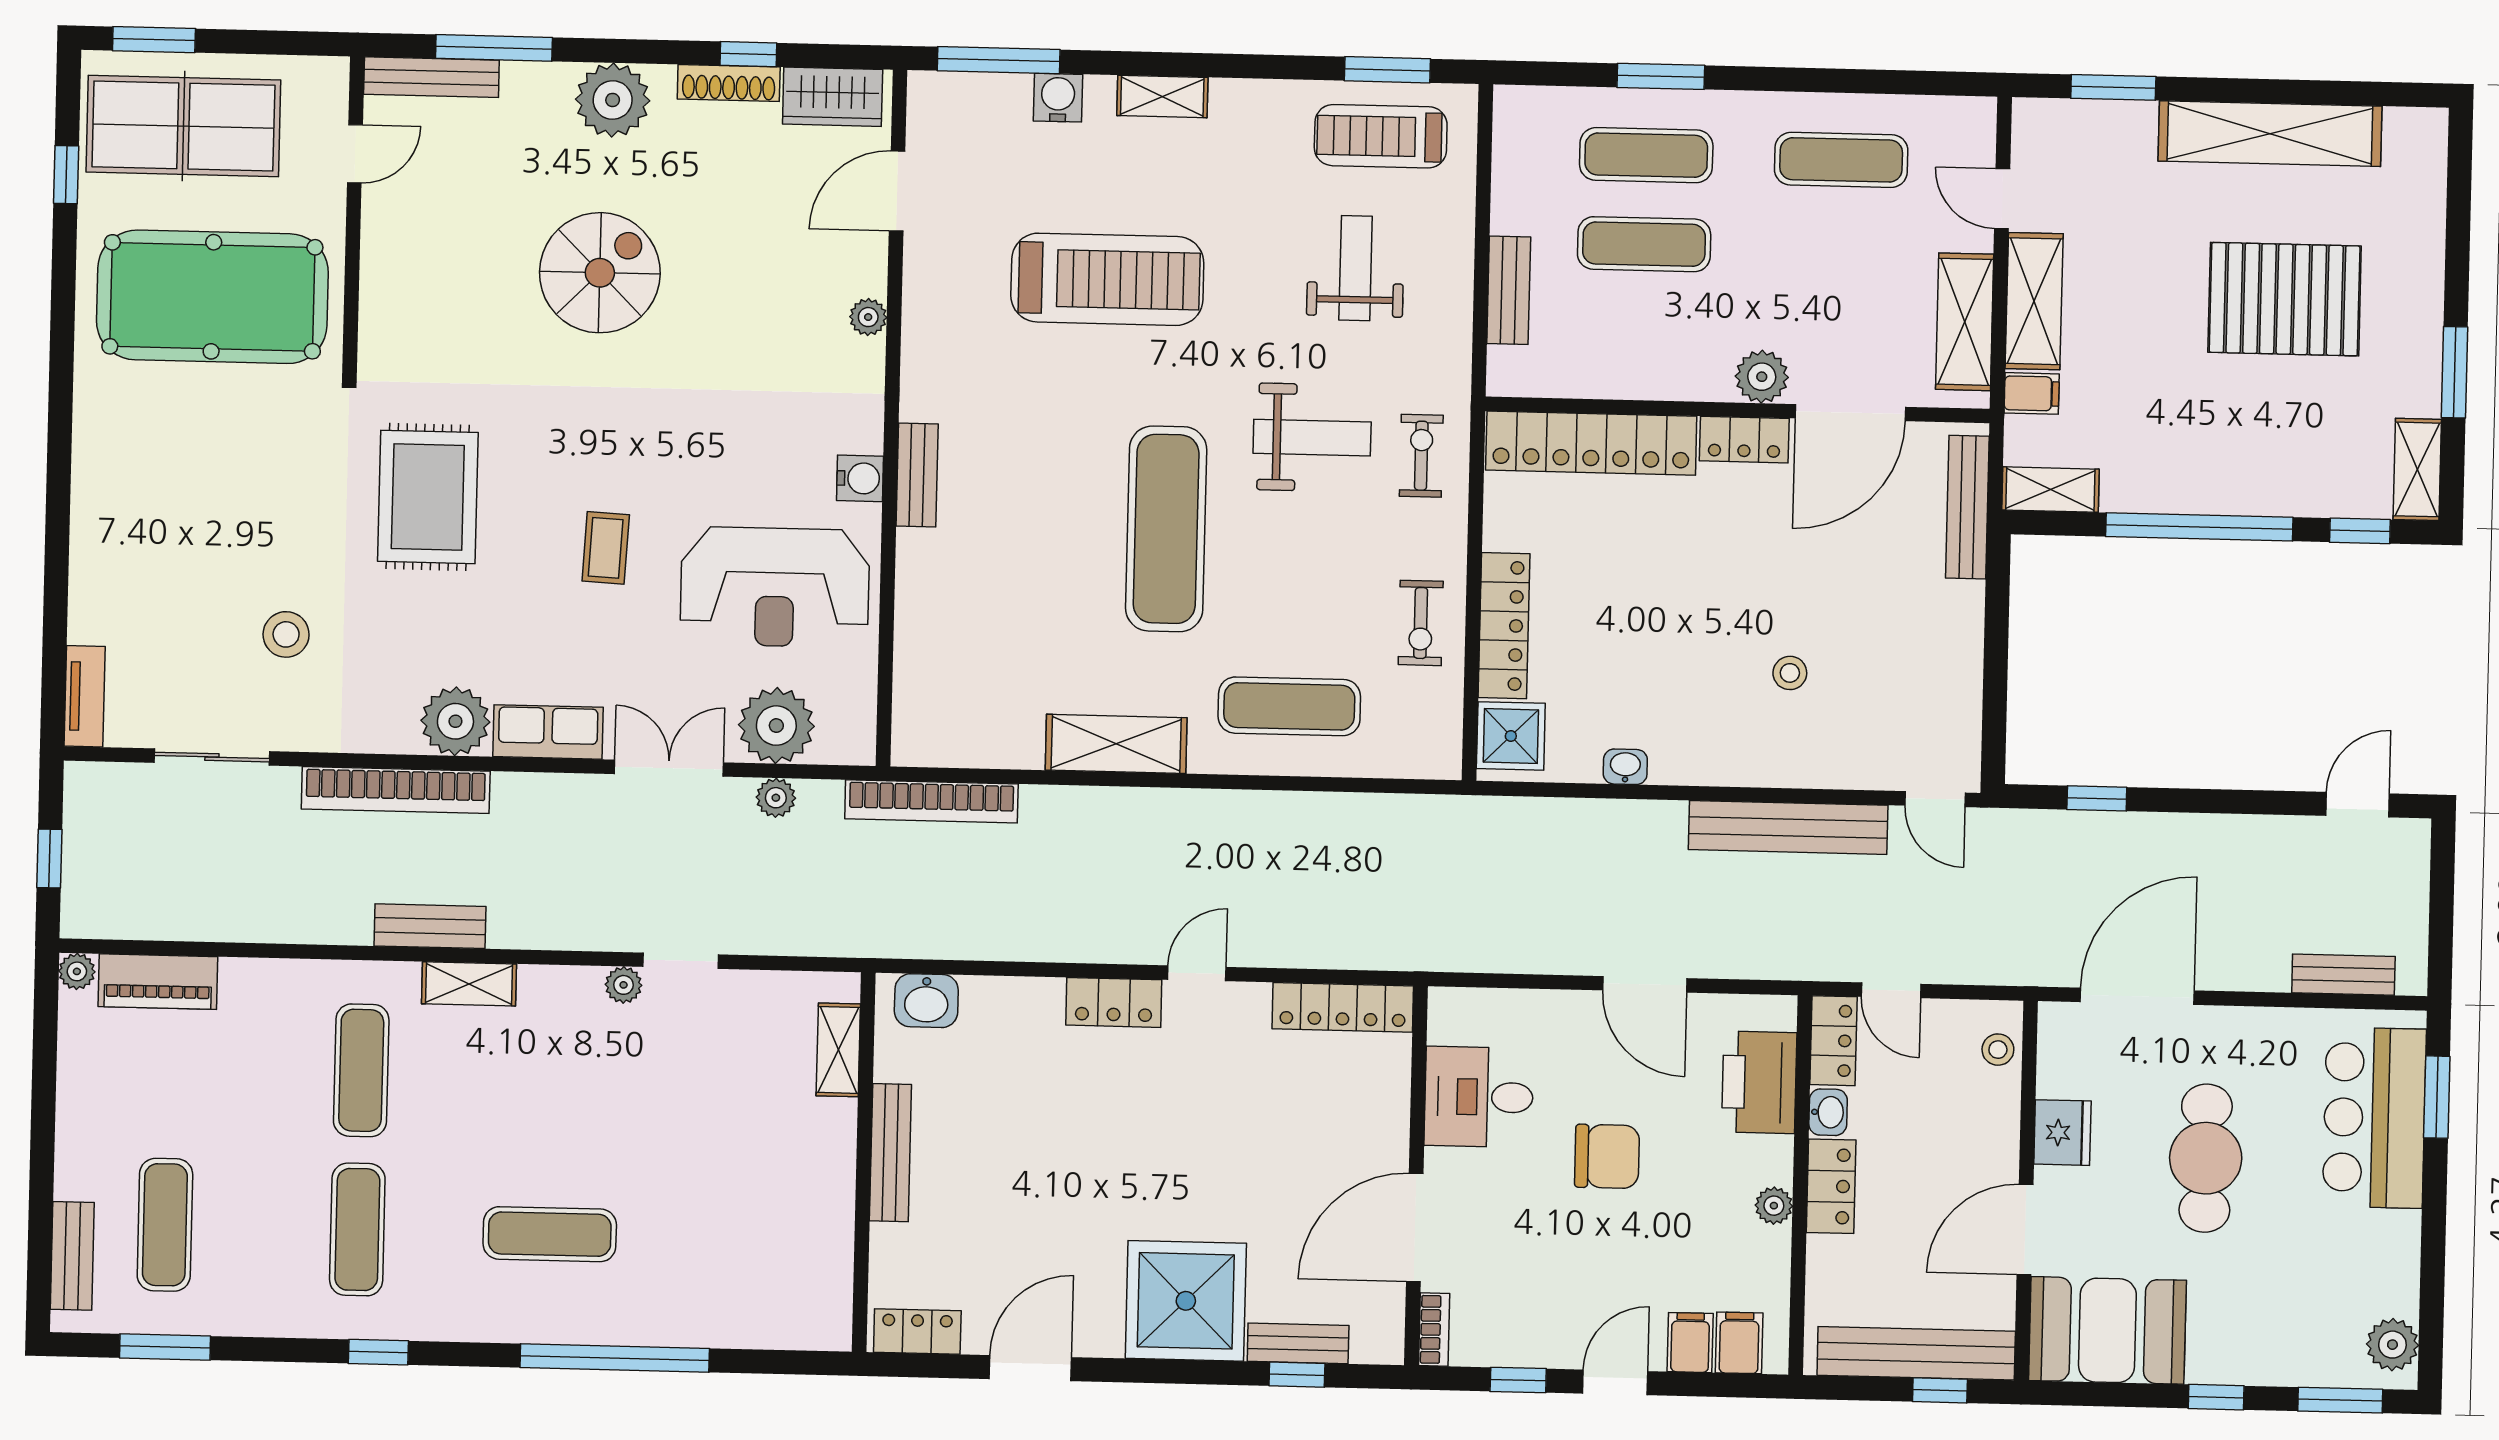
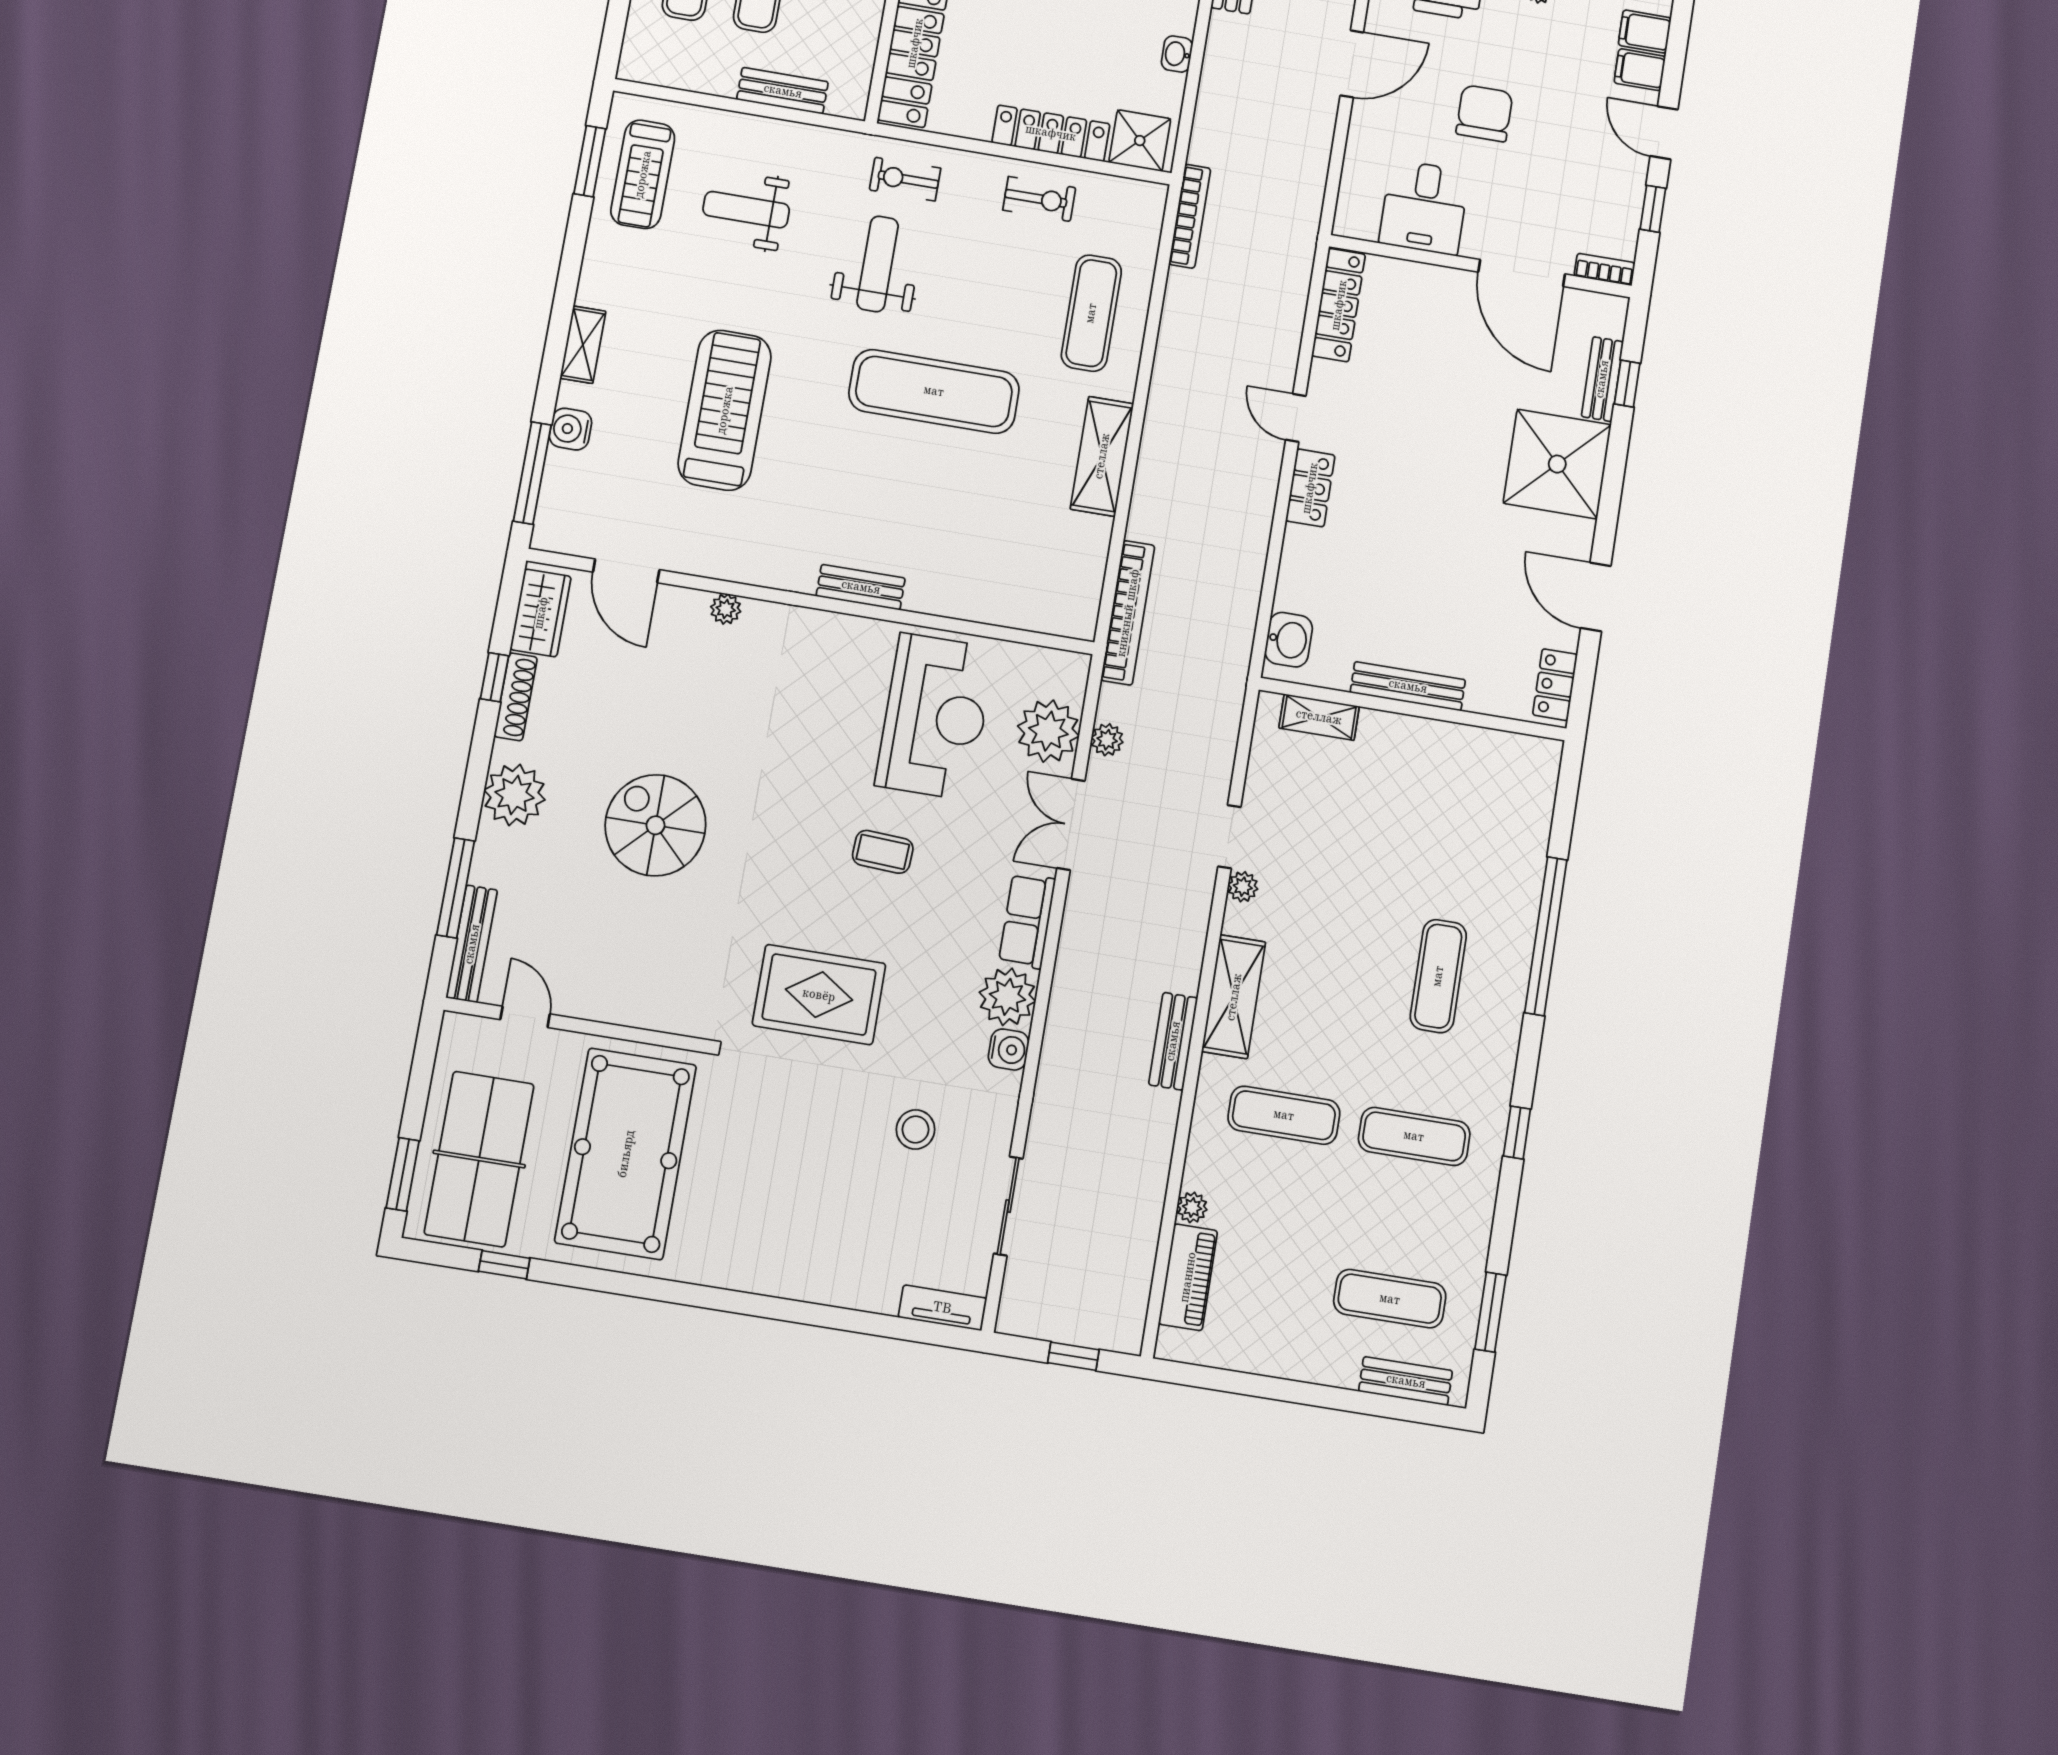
water cooler: (860, 478) -> (1009, 1050), moved, turned 90
bookcase: (396, 790) -> (1190, 216), moved, width x0.68, depth x0.76
plant: (77, 971) -> (1192, 1207), moved
shelving: (469, 984) -> (1234, 997), width x1.50, depth x1.33

